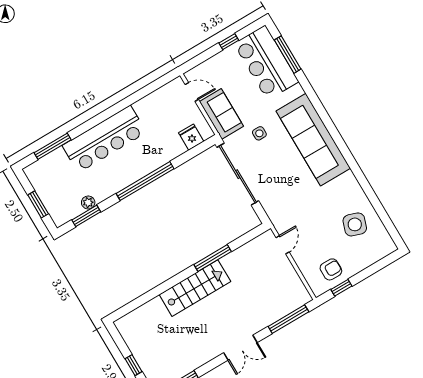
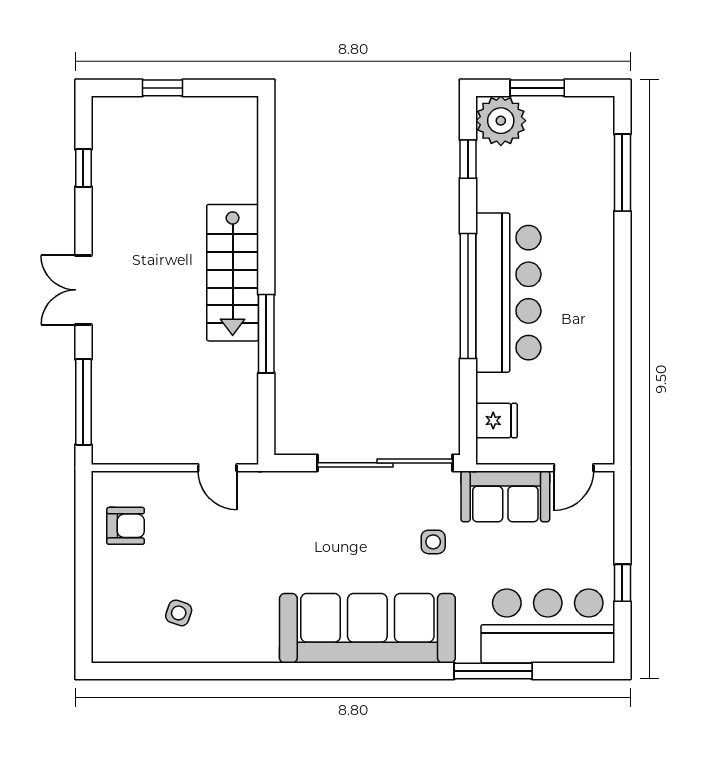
window: (288, 55) -> (493, 671), moved
bar counter: (104, 139) -> (508, 293), moved, turned 180
plant: (88, 203) -> (501, 121), moved, width x1.87, depth x1.87
window: (86, 216) -> (468, 159), width x0.67
side table: (355, 224) -> (179, 613), width x0.54, depth x0.54
armchair: (331, 269) -> (126, 526), turned -90
window: (341, 288) -> (83, 525), removed

